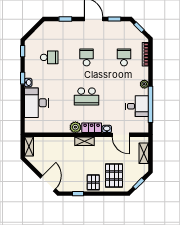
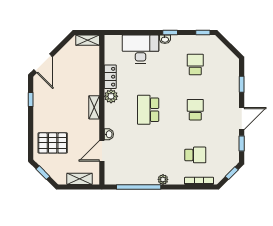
school desk: (49, 57) -> (195, 65), turned 180
school desk: (87, 57) -> (195, 110), turned -90
desk: (137, 106) -> (136, 171), removed
locker: (92, 128) -> (110, 77), moved
pallet: (93, 182) -> (44, 118), removed
door: (48, 183) -> (43, 63), hinge flipped

